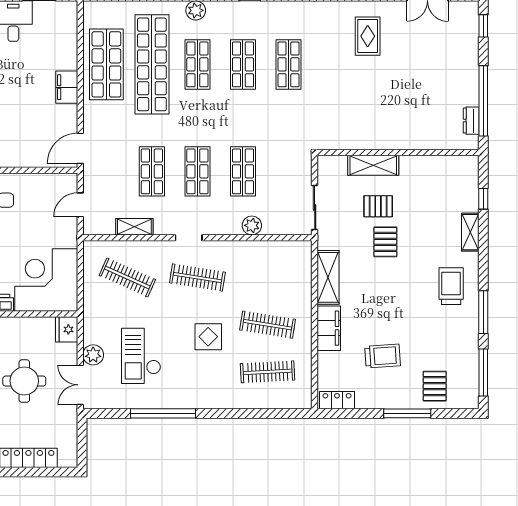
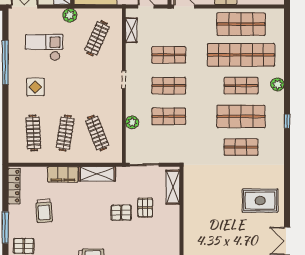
rug: (368, 36) -> (260, 201), width x1.36, depth x1.43
shop shelf: (243, 64) -> (241, 116), width x1.43, depth x1.36
shelving: (373, 165) -> (173, 187), moved
shelving: (134, 227) -> (131, 30), moved
clothes rail: (197, 277) -> (97, 133), moved, turned -30
display table: (208, 337) -> (35, 87), moved
plant: (93, 355) -> (70, 15), moved
locker: (337, 400) -> (14, 186), width x1.53

